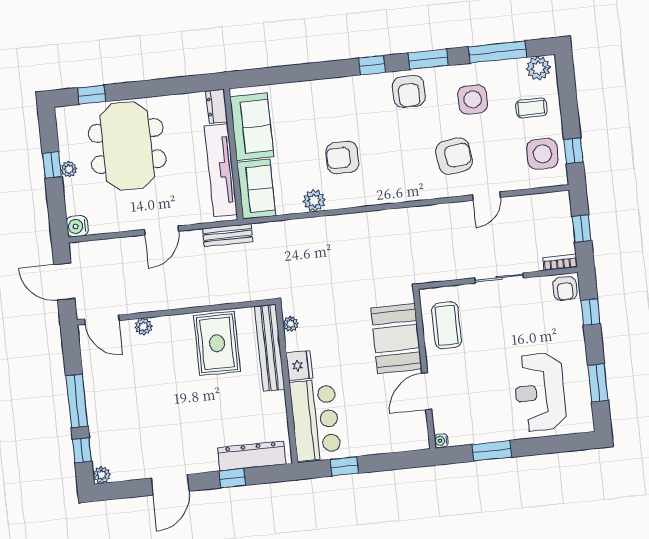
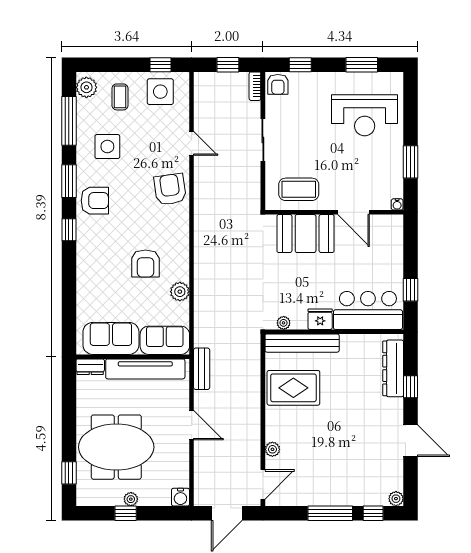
armchair: (454, 156) -> (170, 189), moved
armchair: (565, 289) -> (278, 84), turned 90

